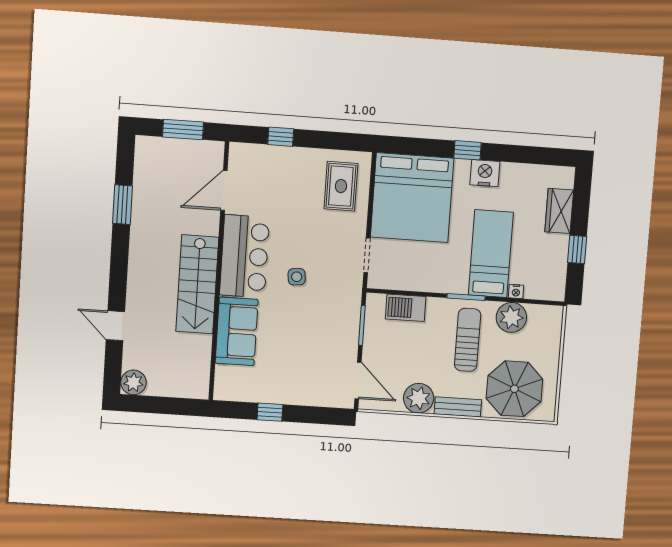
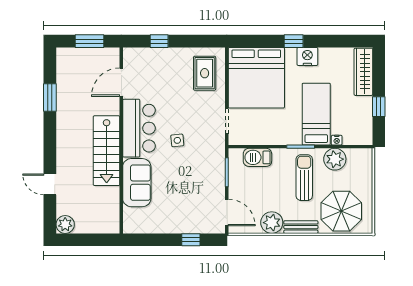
wardrobe: (559, 211) -> (363, 72), width x1.50
window: (270, 412) -> (191, 240), moved

